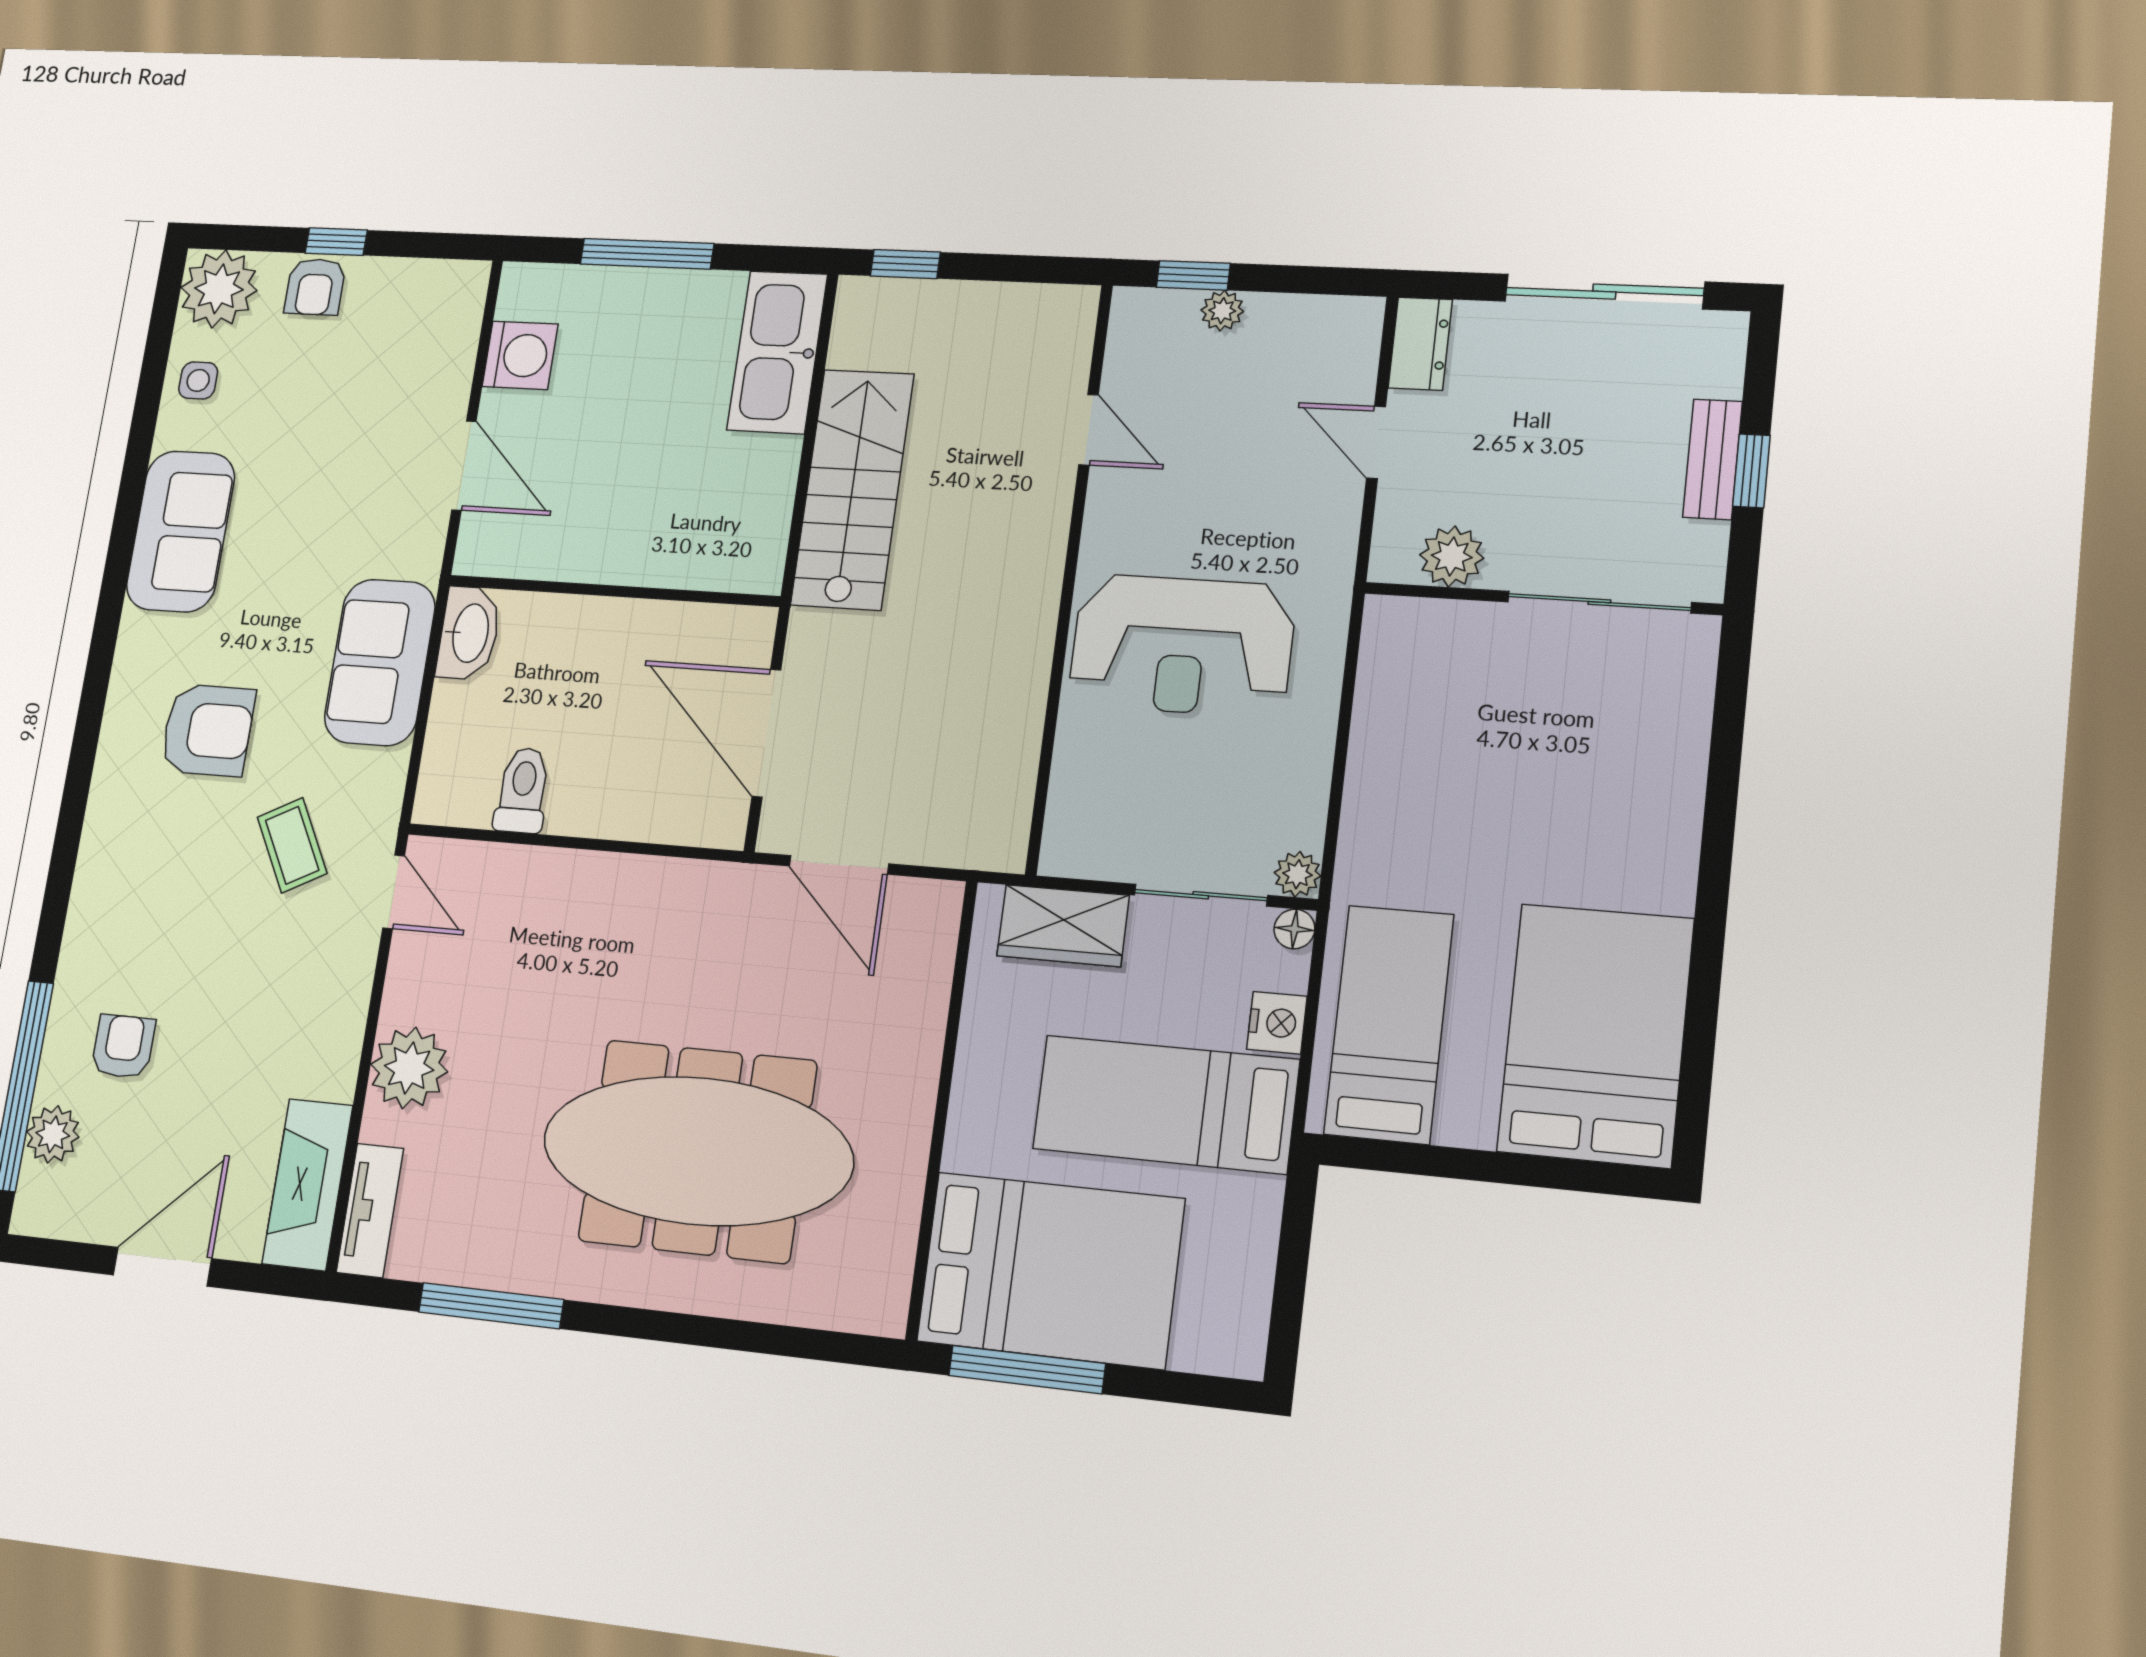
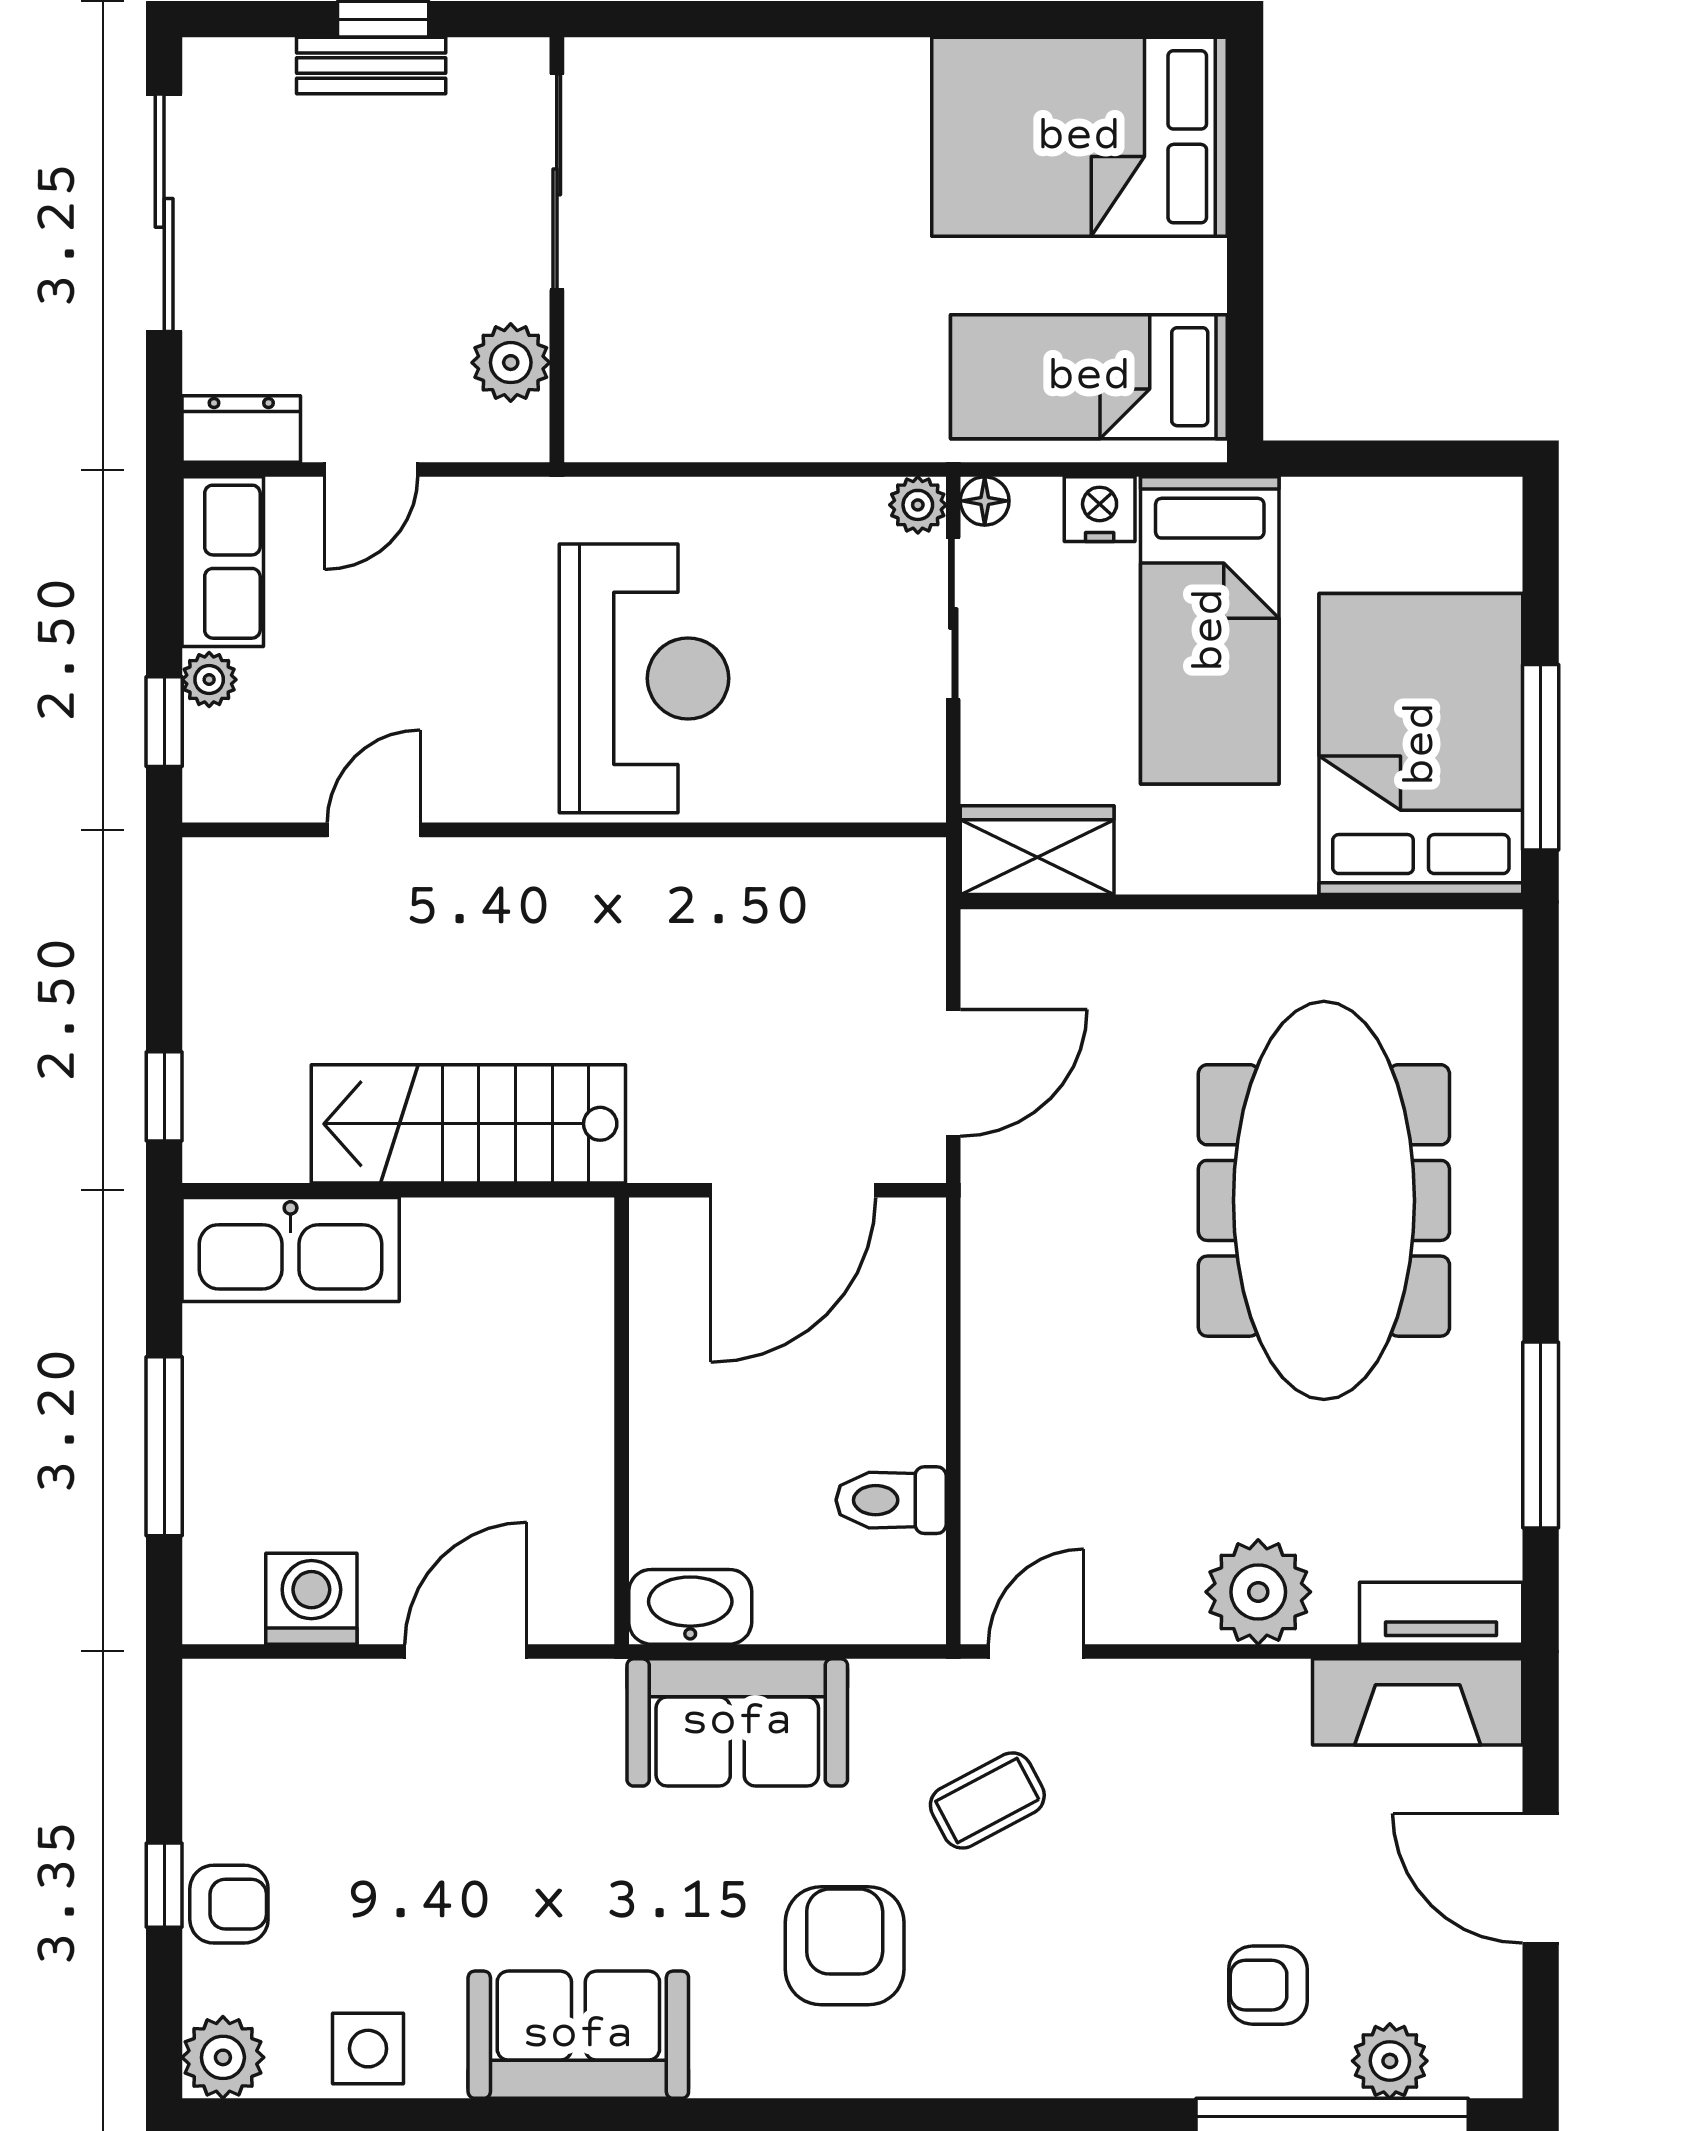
plant: (219, 289) -> (223, 2057), width x0.73, depth x0.73
row of seats: (1315, 325) -> (223, 562), added
side table: (198, 380) -> (368, 2049), width x1.37, depth x1.37
wardrobe: (1063, 926) -> (1037, 850), moved, turned -90

